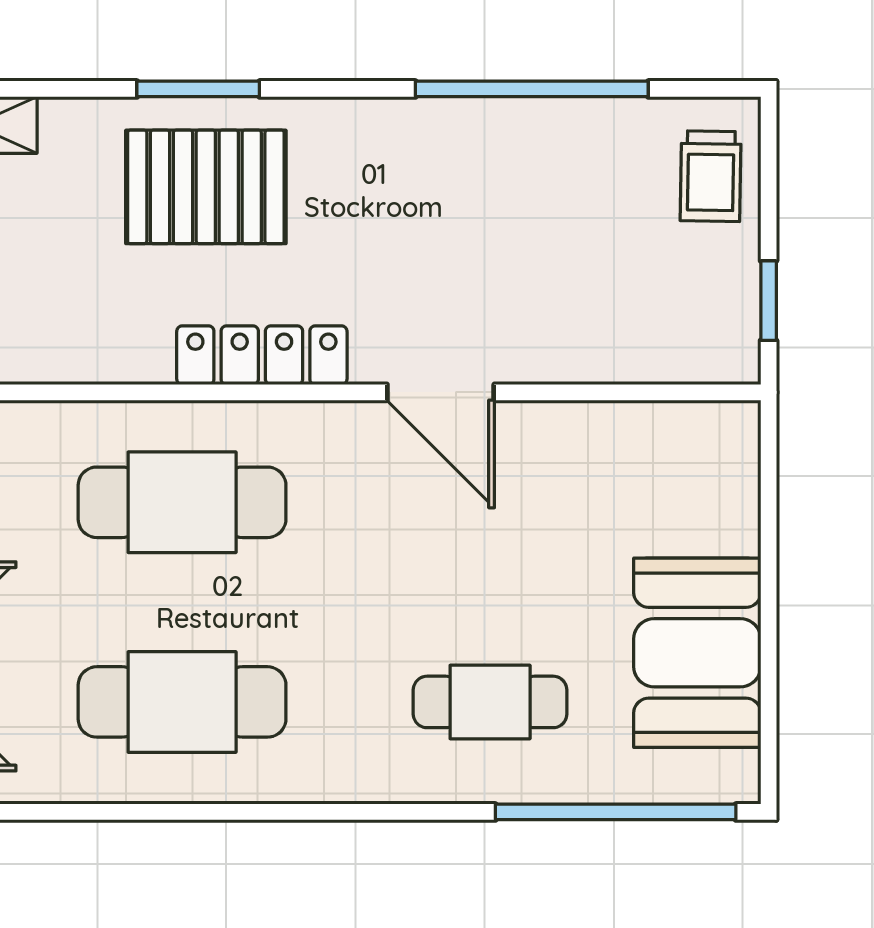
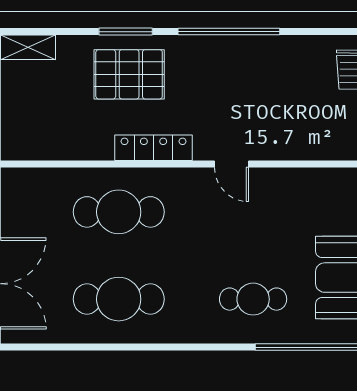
window: (532, 89) -> (229, 32), moved
door: (441, 392) -> (231, 164), width x0.73

